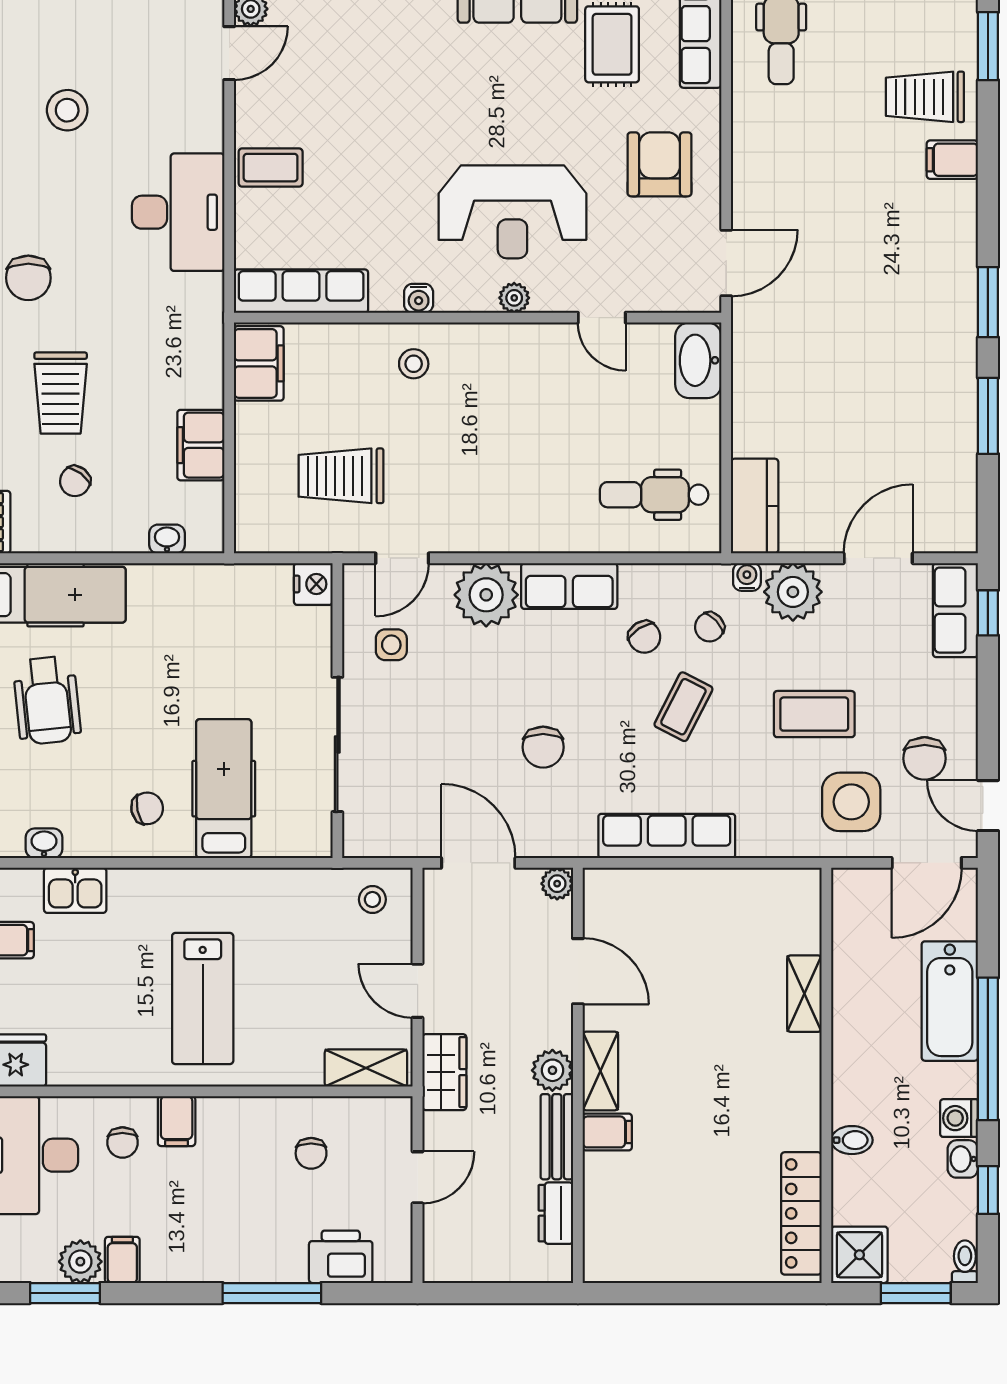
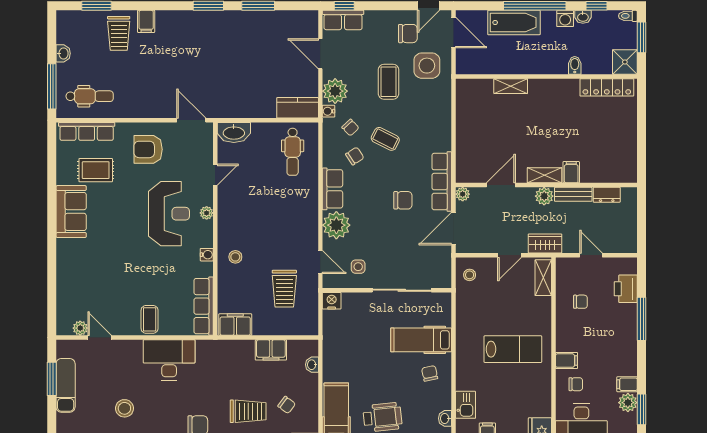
row of seats: (667, 836) -> (442, 182), moved

